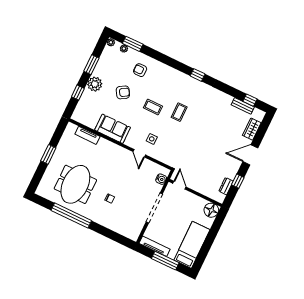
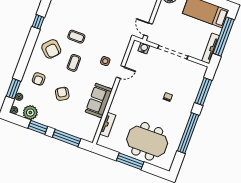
plant: (95, 84) -> (30, 113), moved
armchair: (169, 86) -> (51, 49), added
window: (78, 93) -> (67, 138), width x2.17
window: (48, 154) -> (130, 161), width x1.44
meeting table: (75, 184) -> (147, 141), moved
door: (179, 185) -> (148, 30), hinge flipped
window: (112, 235) -> (203, 92), added
window: (165, 261) -> (224, 37), width x1.46

